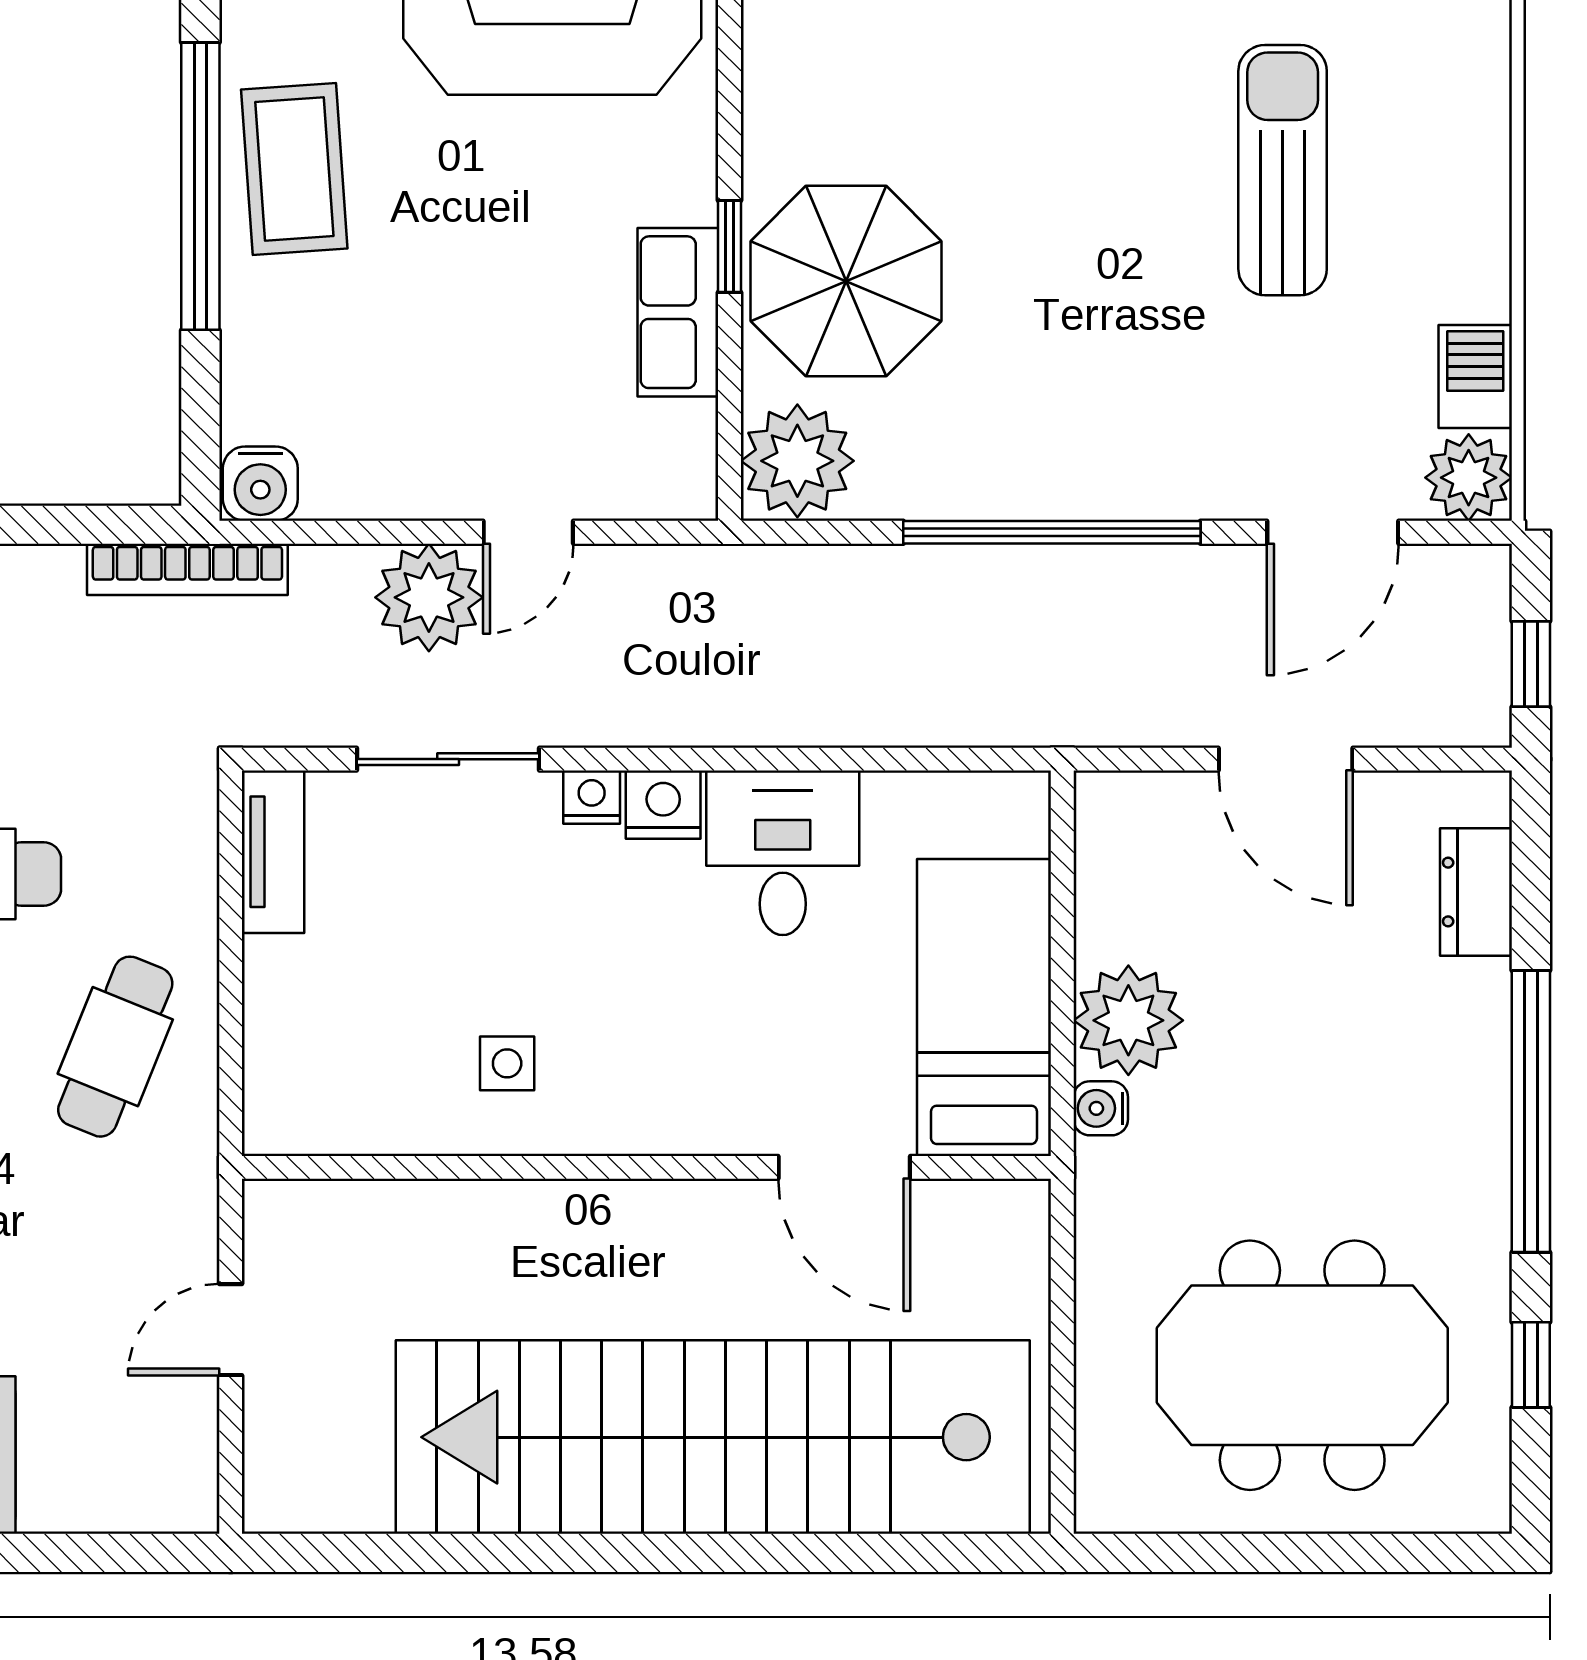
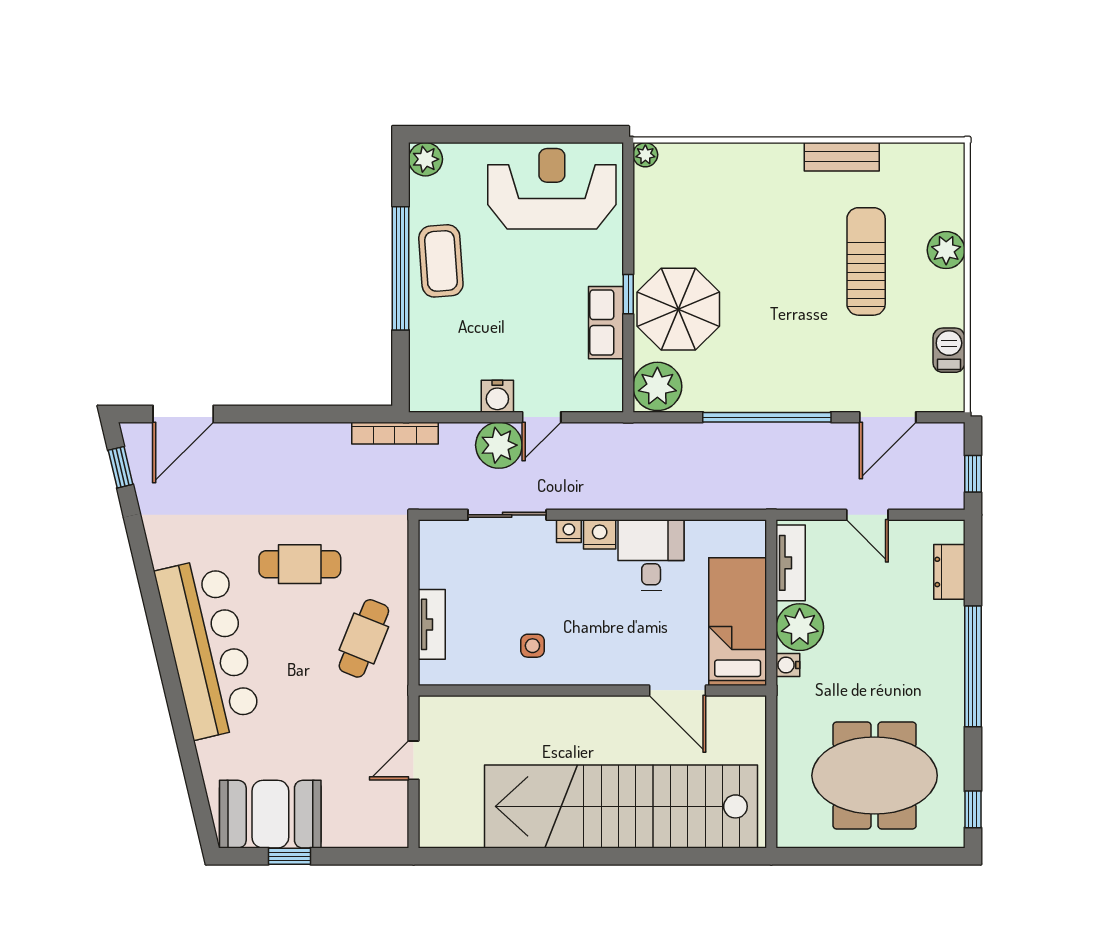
plant: (1469, 478) -> (946, 250), moved
water cooler: (260, 484) -> (497, 396), moved
door: (1286, 759) -> (867, 515), width x0.73
tv unit: (273, 852) -> (432, 624), moved
tv unit: (1107, 871) -> (791, 563), added
window: (1531, 1365) -> (973, 809), moved

